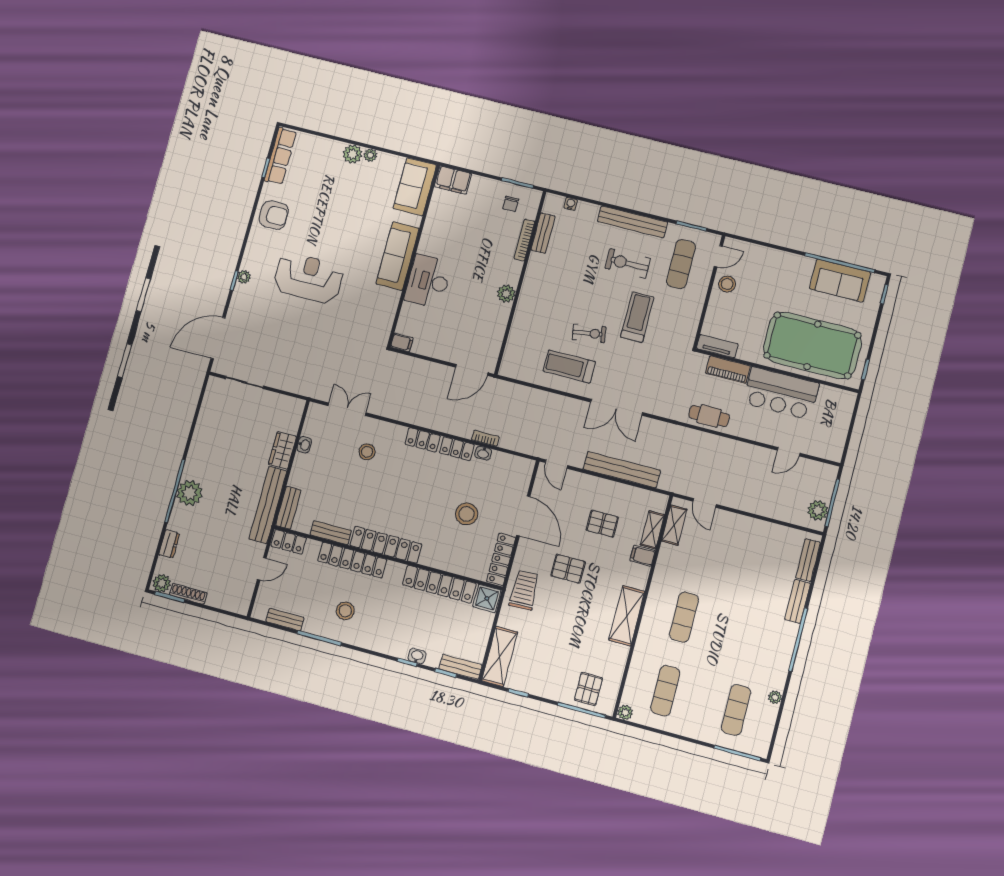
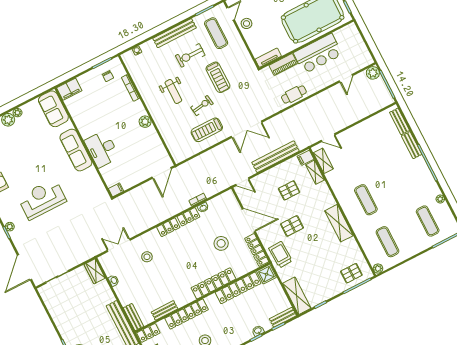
bench: (543, 233) -> (136, 77), removed
weight bench: (570, 288) -> (173, 91), added
treadmill: (637, 317) -> (218, 77), turned 180
wardrobe: (282, 450) -> (95, 271), moved
plant: (818, 510) -> (373, 73), moved
locker: (386, 545) -> (214, 283), moved
filing cabinet: (643, 556) -> (305, 158), moved
pallet: (588, 689) -> (351, 273), turned 90

